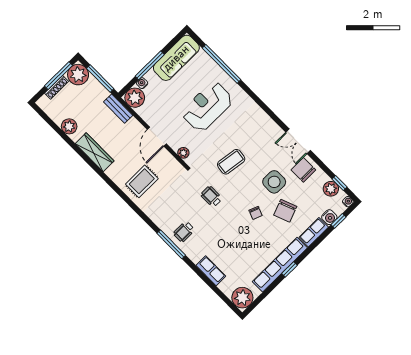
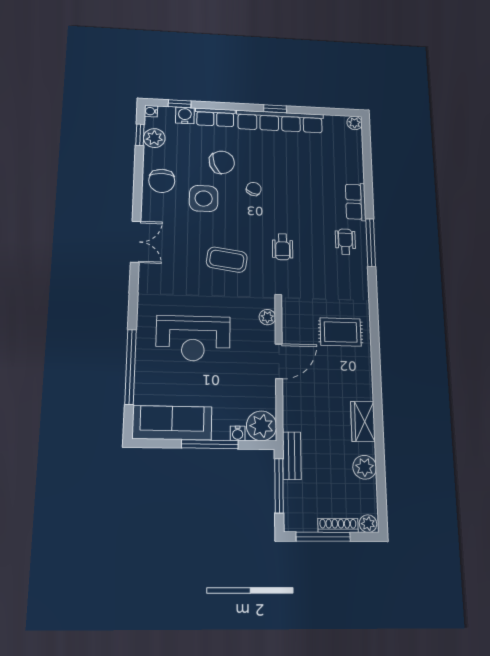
plant: (78, 75) -> (368, 524), moved, width x0.53, depth x0.53
bench: (118, 109) -> (292, 456), moved
double door: (298, 141) -> (136, 242), moved
wardrobe: (95, 152) -> (363, 422), width x0.67
wheelchair: (184, 232) -> (345, 242), turned -90
row of seats: (211, 271) -> (356, 202), moved
plant: (242, 298) -> (355, 123), width x0.53, depth x0.53

